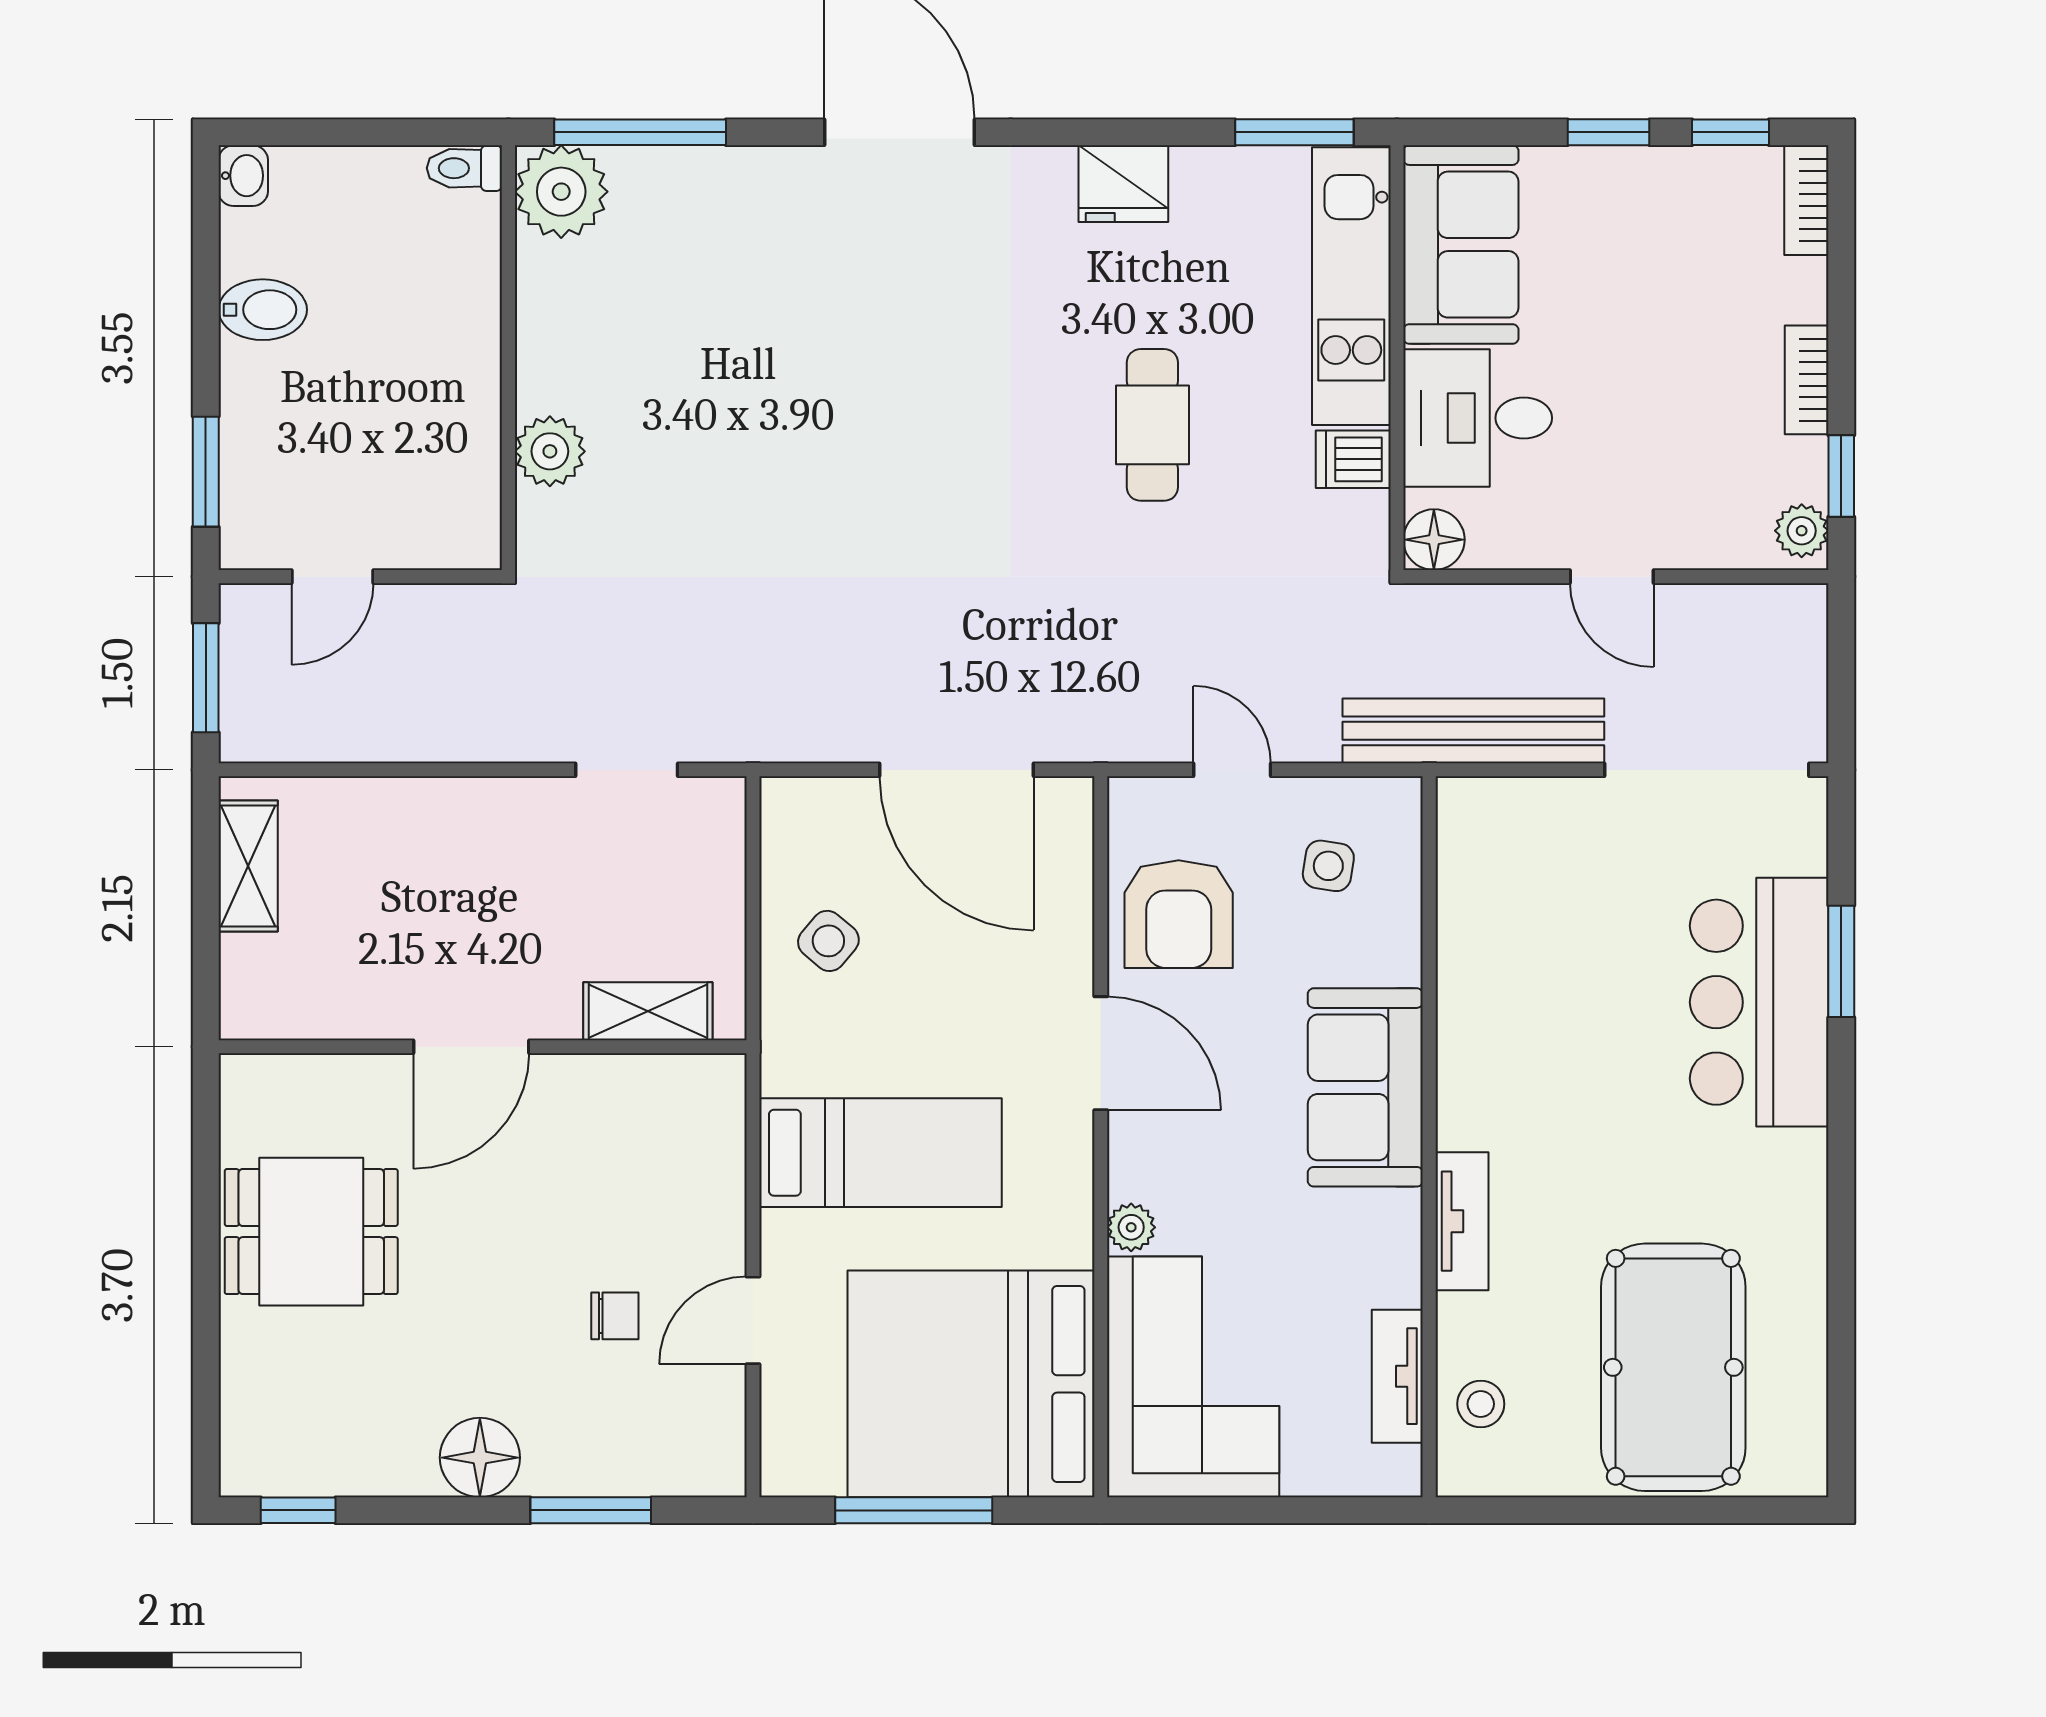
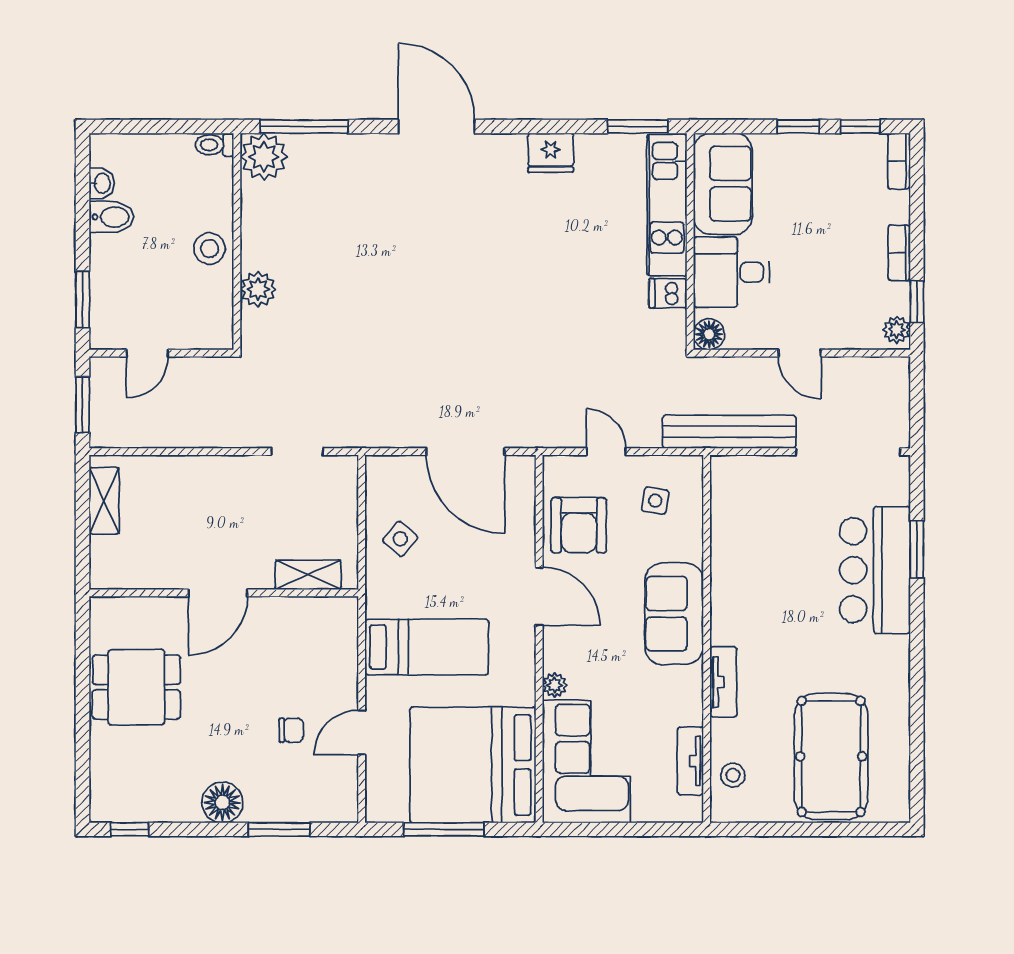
washbasin: (243, 176) -> (102, 183), moved
stool: (455, 372) -> (210, 249), added
cafe table: (1152, 425) -> (565, 276), removed

